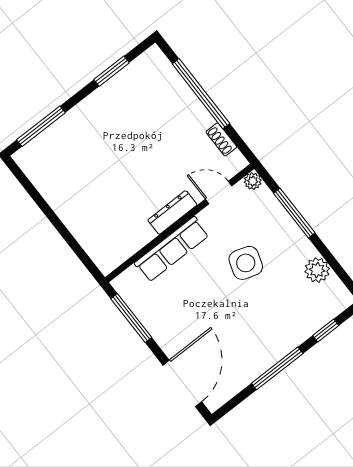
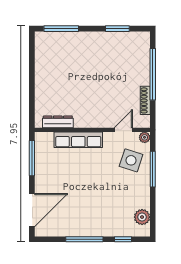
shoe rack: (221, 139) -> (145, 100), width x1.43
door: (219, 193) -> (123, 130), hinge flipped
dresser: (172, 212) -> (58, 122), moved
side table: (246, 263) -> (131, 160), moved
plant: (317, 270) -> (142, 217), moved

